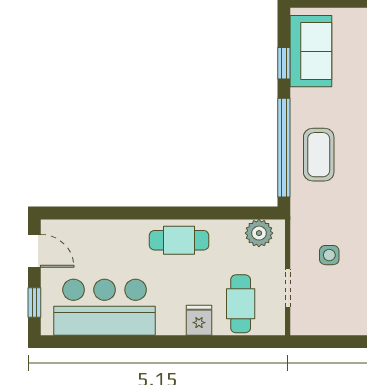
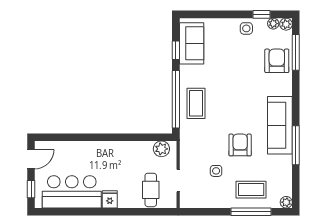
cafe table: (179, 240) -> (115, 153), removed
door: (34, 251) -> (31, 159), hinge flipped
side table: (329, 255) -> (216, 171), moved
fridge: (199, 320) -> (110, 199), moved

